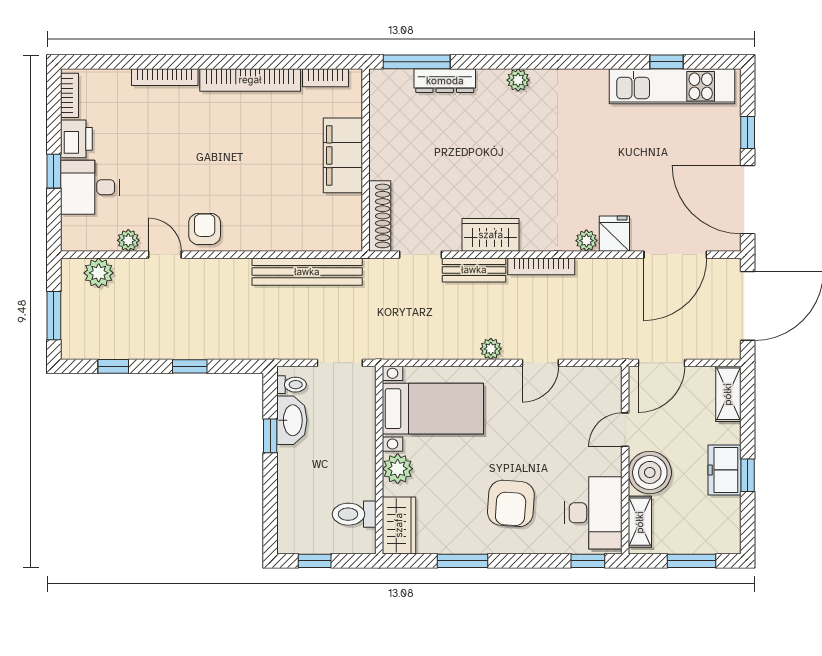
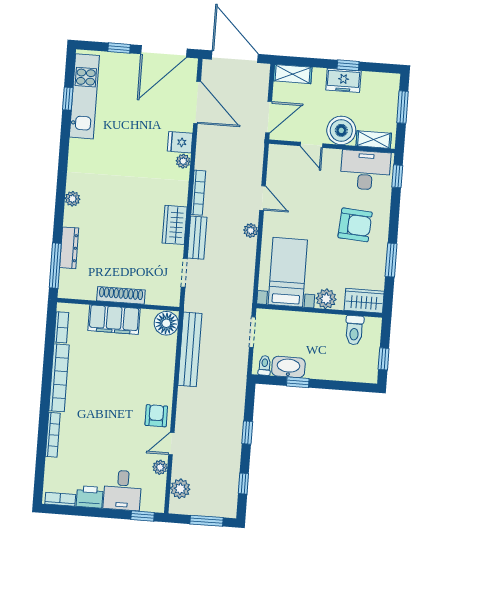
window: (54, 171) -> (143, 516), moved
shoe rack: (380, 216) -> (121, 295), moved
armchair: (205, 229) -> (156, 416), turned 90
floor lamp: (343, 234) -> (166, 323), added
door: (661, 363) -> (269, 117), hinge flipped

